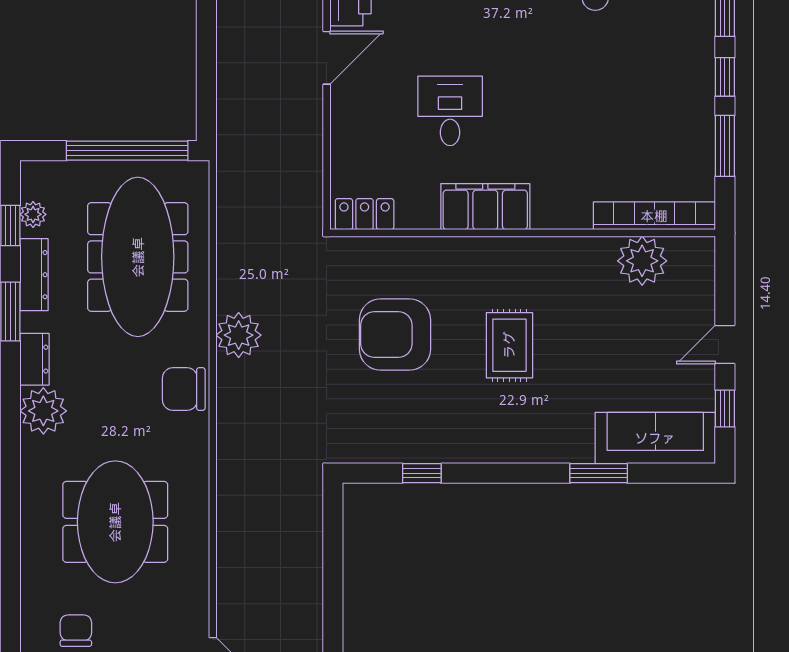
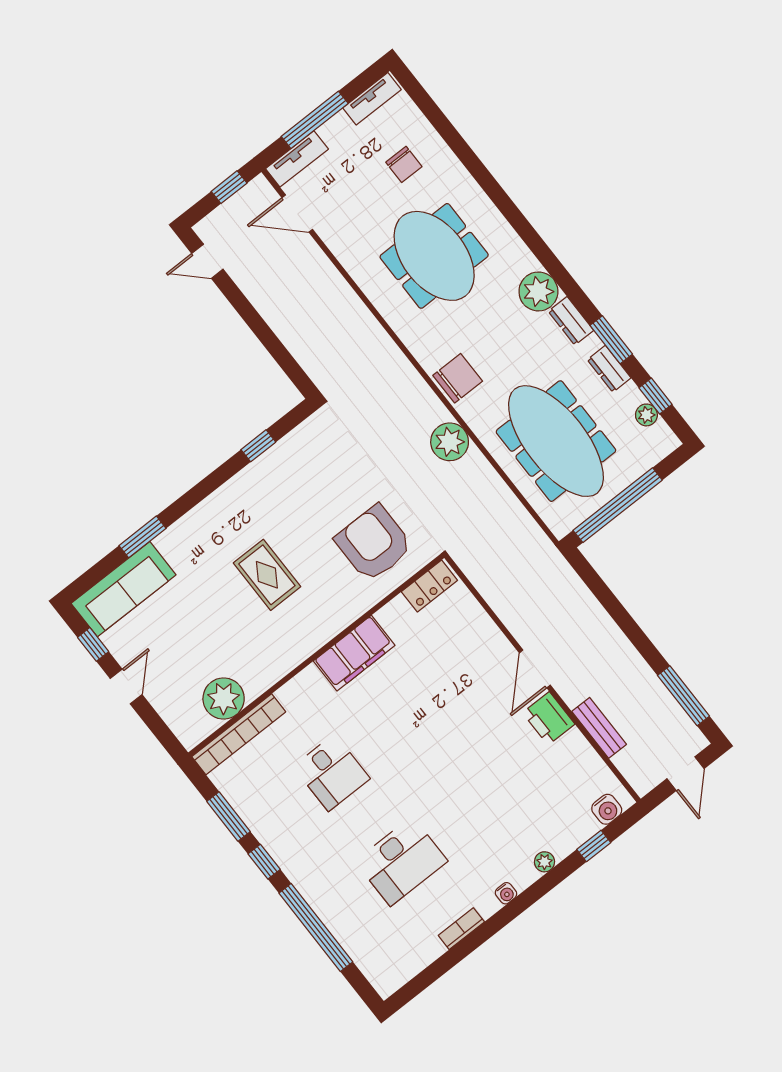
desk: (450, 111) -> (332, 773), moved
dresser: (34, 275) -> (609, 369), width x0.70
armchair: (395, 335) -> (374, 543), moved, turned -90

